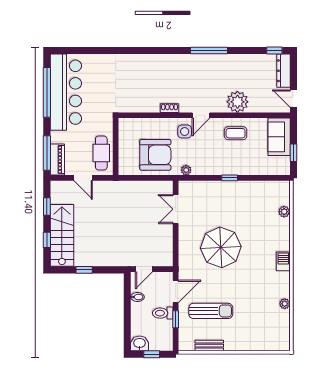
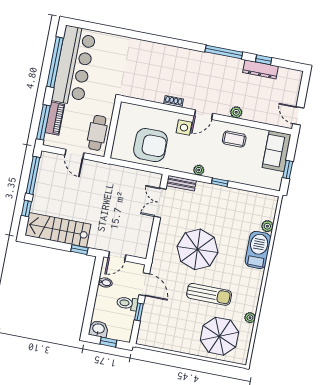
window: (274, 51) -> (264, 60), moved
dresser: (283, 71) -> (261, 69), moved, turned -90
plant: (237, 102) -> (236, 112), width x0.53, depth x0.53
piano: (57, 160) -> (55, 118), moved
plant: (186, 170) -> (199, 170), moved
window: (47, 206) -> (33, 175), width x2.17
stairs: (62, 235) -> (58, 230), moved, turned -90
barbecue: (283, 261) -> (258, 250), moved, width x1.88, depth x1.53
window: (84, 270) -> (79, 250), moved
door: (176, 291) -> (144, 284), hinge flipped
sun lounger: (211, 311) -> (209, 294), moved
parasol: (258, 328) -> (219, 336), added
bench: (209, 346) -> (181, 183), moved

